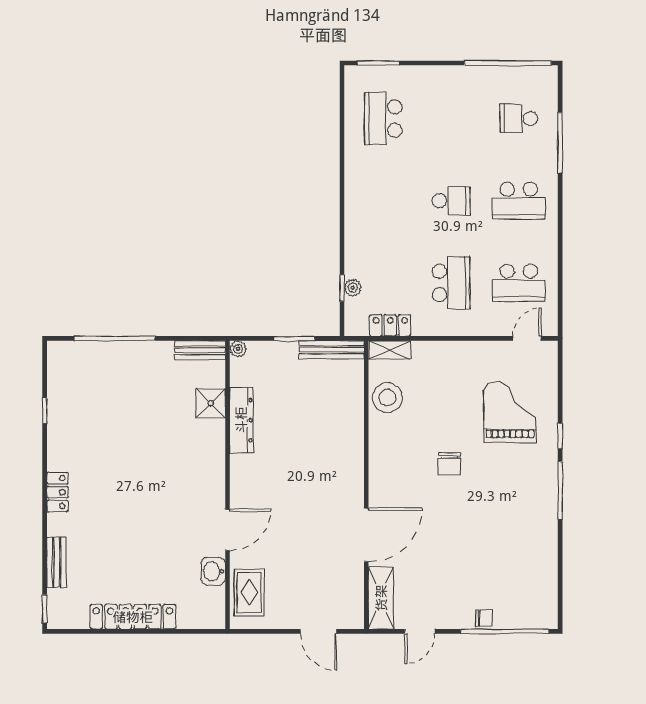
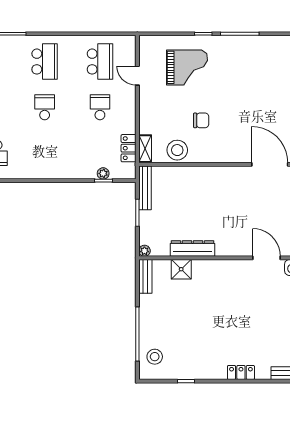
school desk: (451, 283) -> (100, 107), width x0.54
door: (527, 338) -> (137, 76), moved
stool: (81, 364) -> (155, 357), added
grand piano: (510, 412) -> (187, 67), turned 180
chair: (449, 464) -> (201, 120), moved

